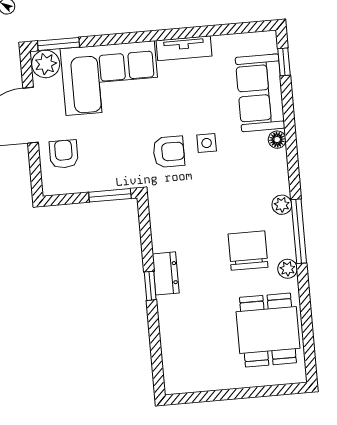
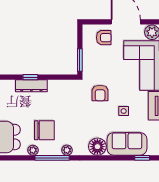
floor lamp: (277, 140) -> (97, 147), width x1.89, depth x1.89
side table: (207, 143) -> (124, 111), moved
dresser: (166, 273) -> (31, 86), width x1.44

